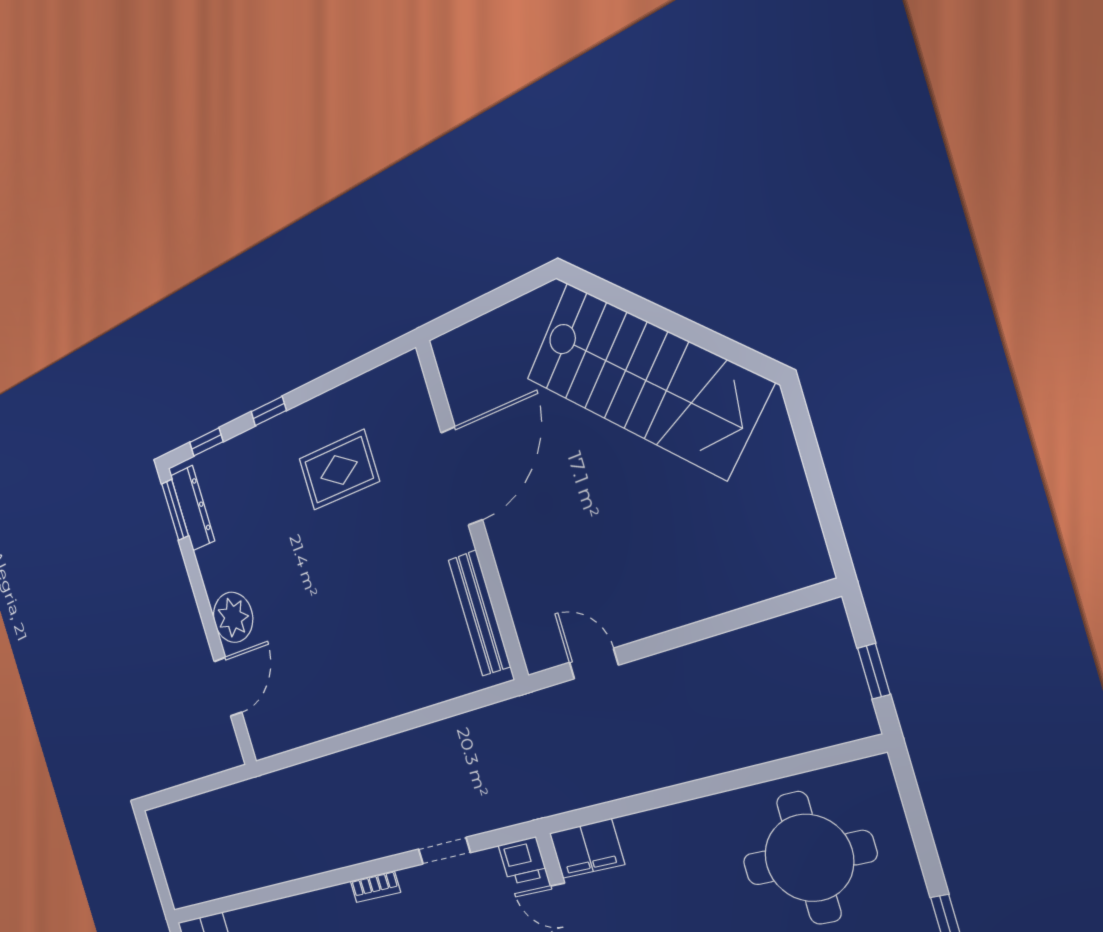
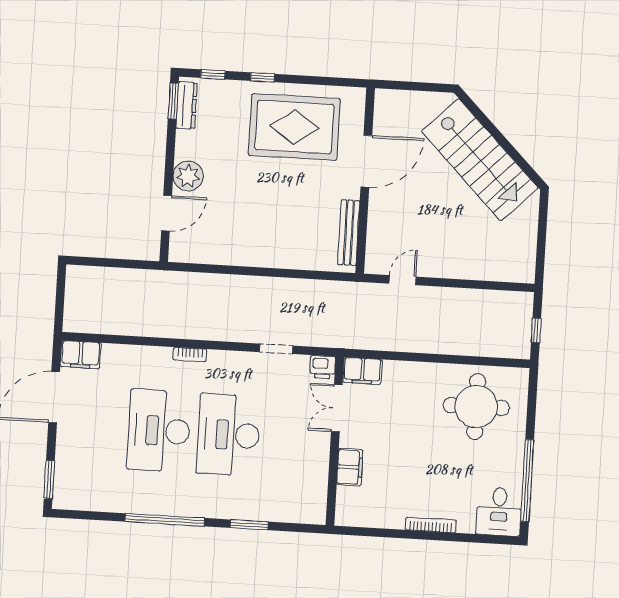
rug: (339, 470) -> (294, 127), width x1.86, depth x2.06
door: (594, 664) -> (402, 280), hinge flipped
bookcase: (375, 887) -> (190, 355), moved

